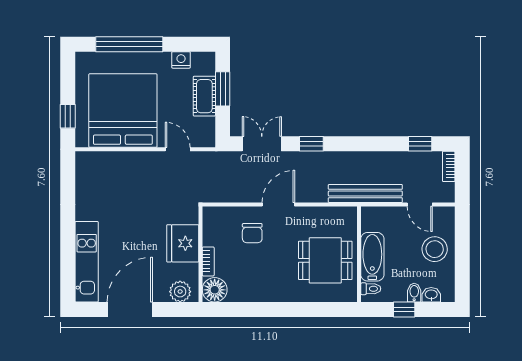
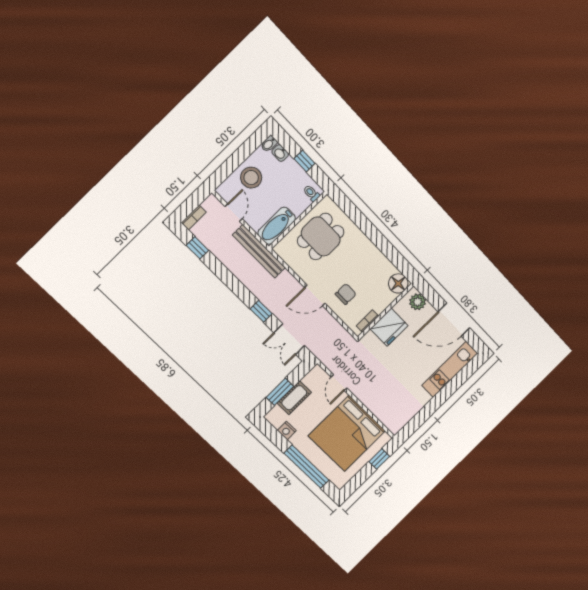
bathtub: (372, 257) -> (277, 226), moved
dining table: (325, 260) -> (321, 236), turned 90
bookcase: (208, 261) -> (367, 321), moved
bidet: (414, 293) -> (269, 144), moved

